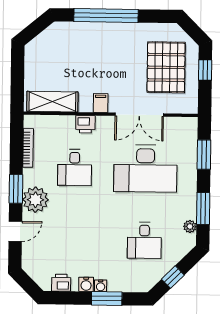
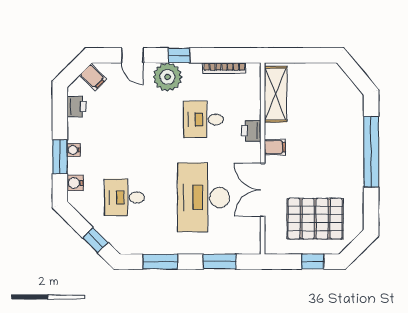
window: (16, 189) -> (179, 55), width x0.67
plant: (190, 226) -> (140, 247), removed
filing cabinet: (35, 267) -> (93, 77), added
window: (173, 277) -> (95, 240), moved
water cooler: (86, 284) -> (75, 183), moved

